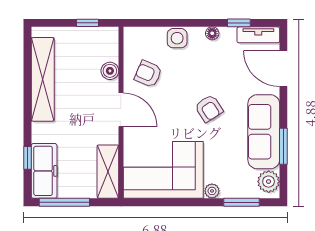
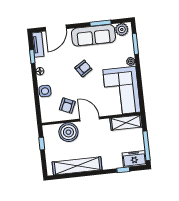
boiler: (110, 71) -> (68, 132), width x1.86, depth x1.86
door: (121, 110) -> (90, 119), hinge flipped
freezer: (44, 171) -> (134, 159), width x0.71

